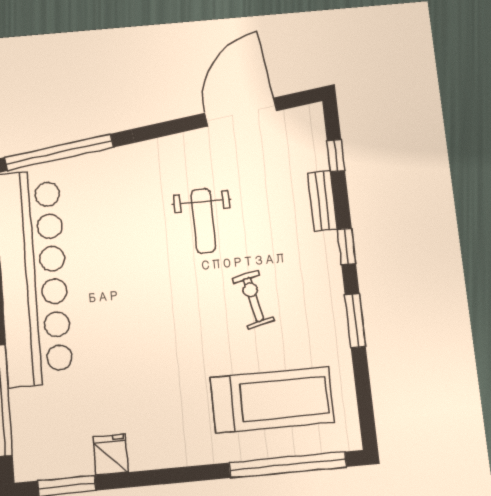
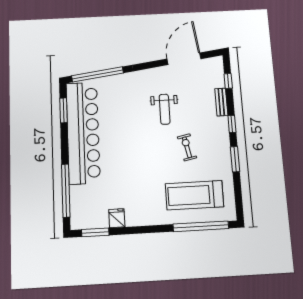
treadmill: (272, 400) -> (194, 195), turned 180

